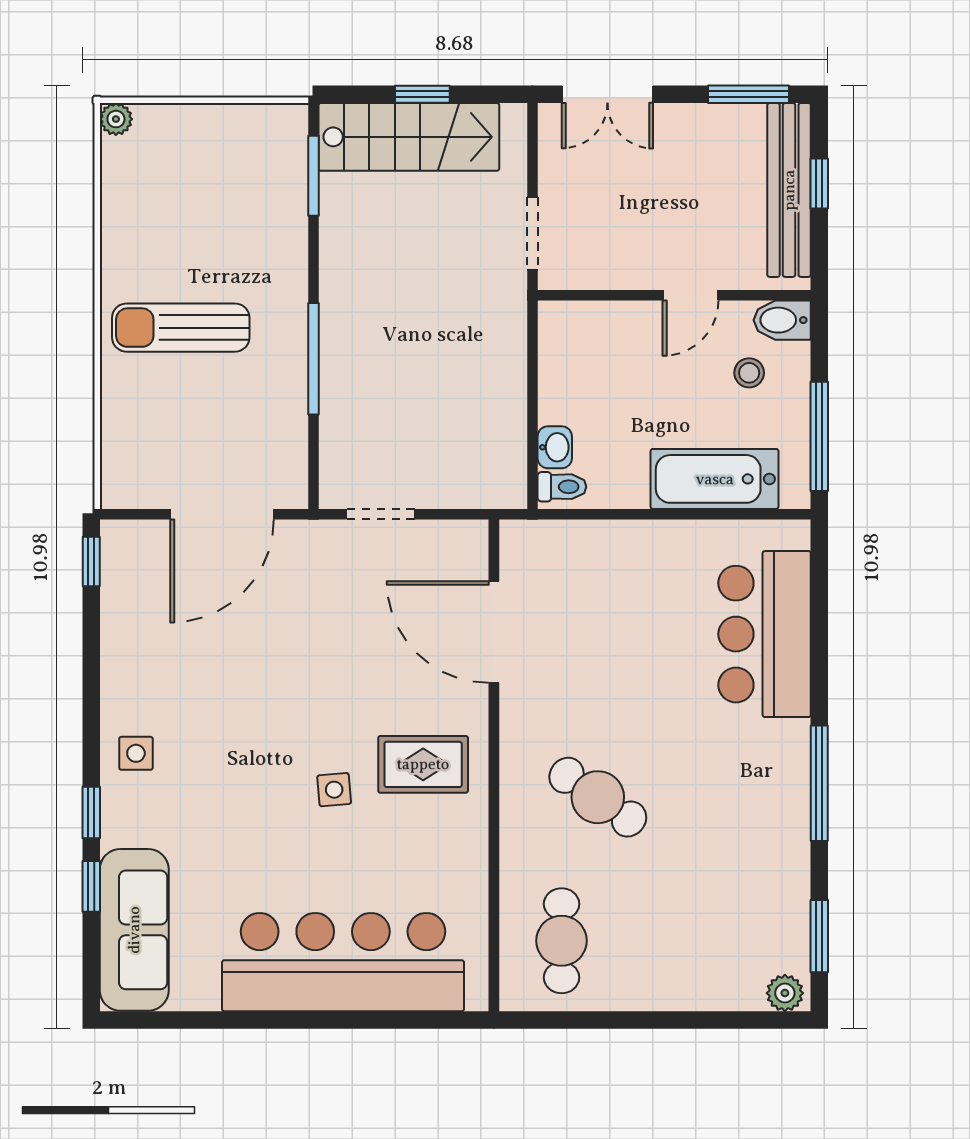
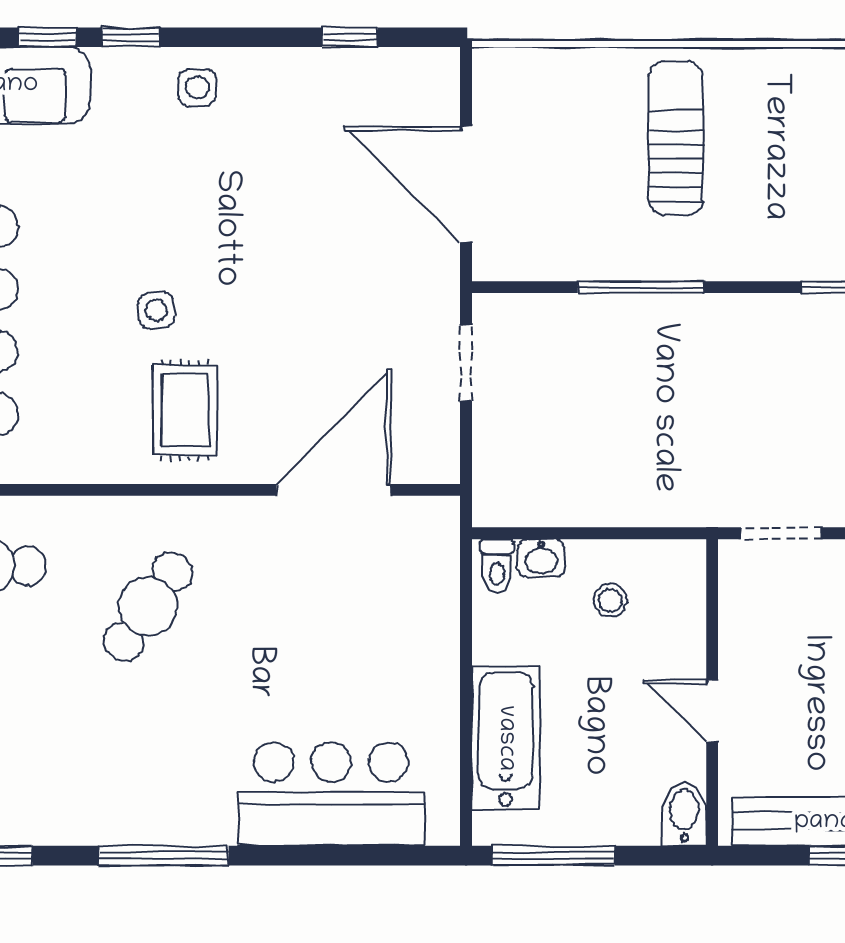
stool: (749, 373) -> (610, 600), moved
window: (91, 562) -> (350, 37), moved

